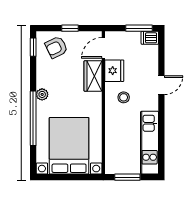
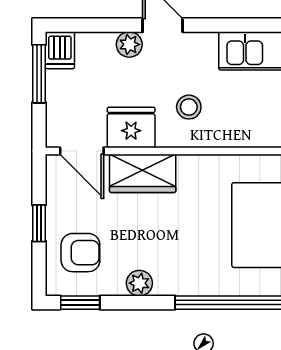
armchair: (56, 47) -> (80, 253), turned -64
plant: (152, 70) -> (129, 44), added
plant: (42, 94) -> (139, 283), moved

